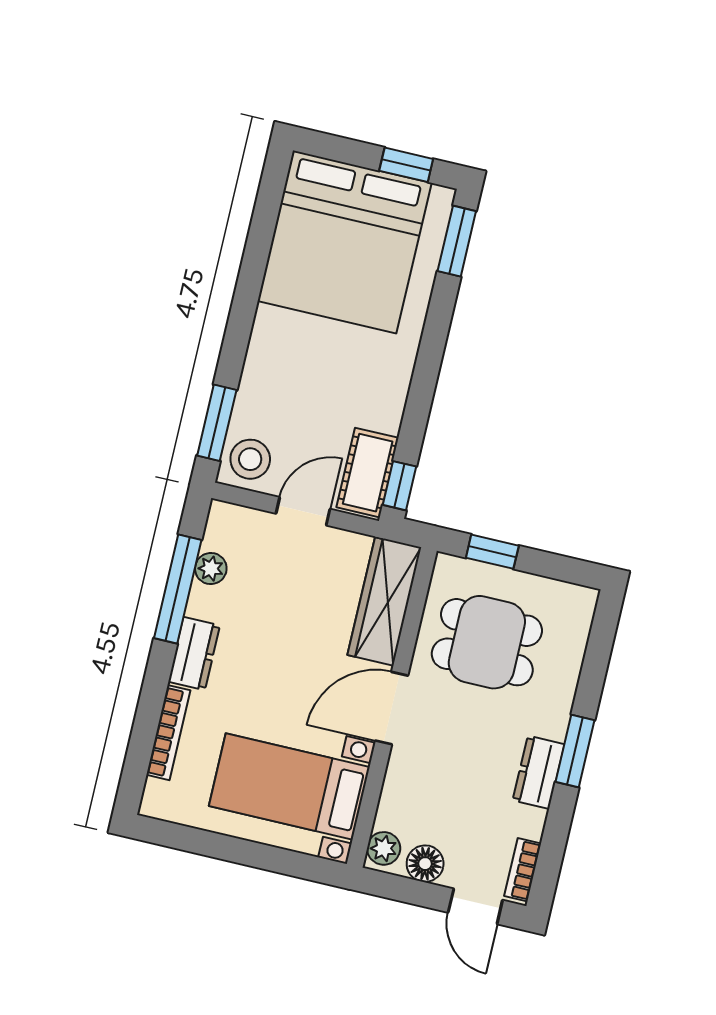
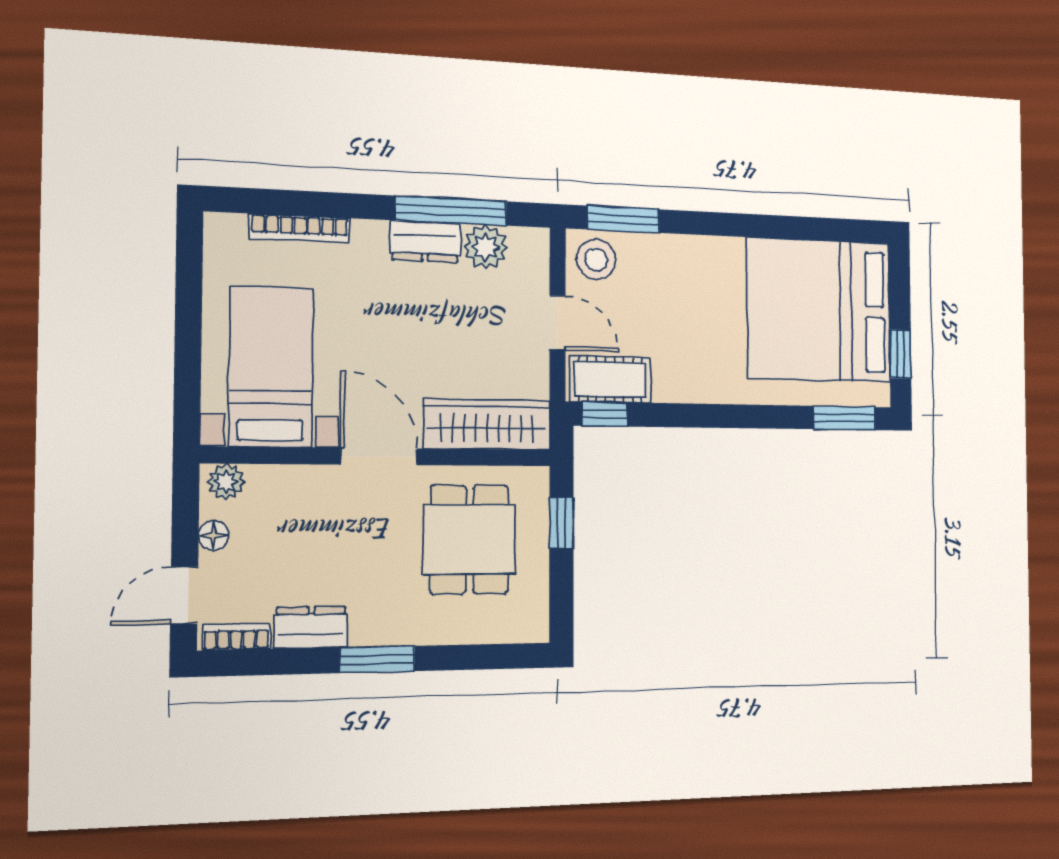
plant: (211, 568) -> (486, 247), width x1.38, depth x1.38
dresser: (194, 653) -> (425, 241), moved
dresser: (539, 772) -> (311, 628), moved
floor lamp: (425, 864) -> (214, 535), width x0.73, depth x0.73

